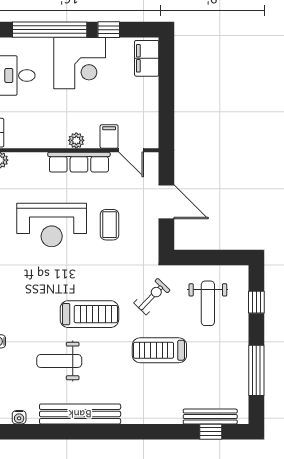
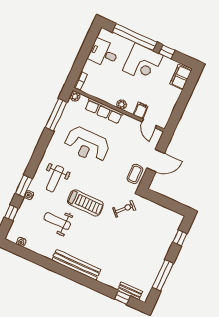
row of seats: (79, 162) -> (104, 111), moved
door: (166, 202) -> (156, 161), hinge flipped
coffee table: (110, 225) -> (135, 174), moved
weight bench: (208, 303) -> (55, 179), moved
treadmill: (159, 350) -> (115, 240), removed
bench: (80, 414) -> (76, 265), moved
bench: (210, 417) -> (130, 291), width x0.73

